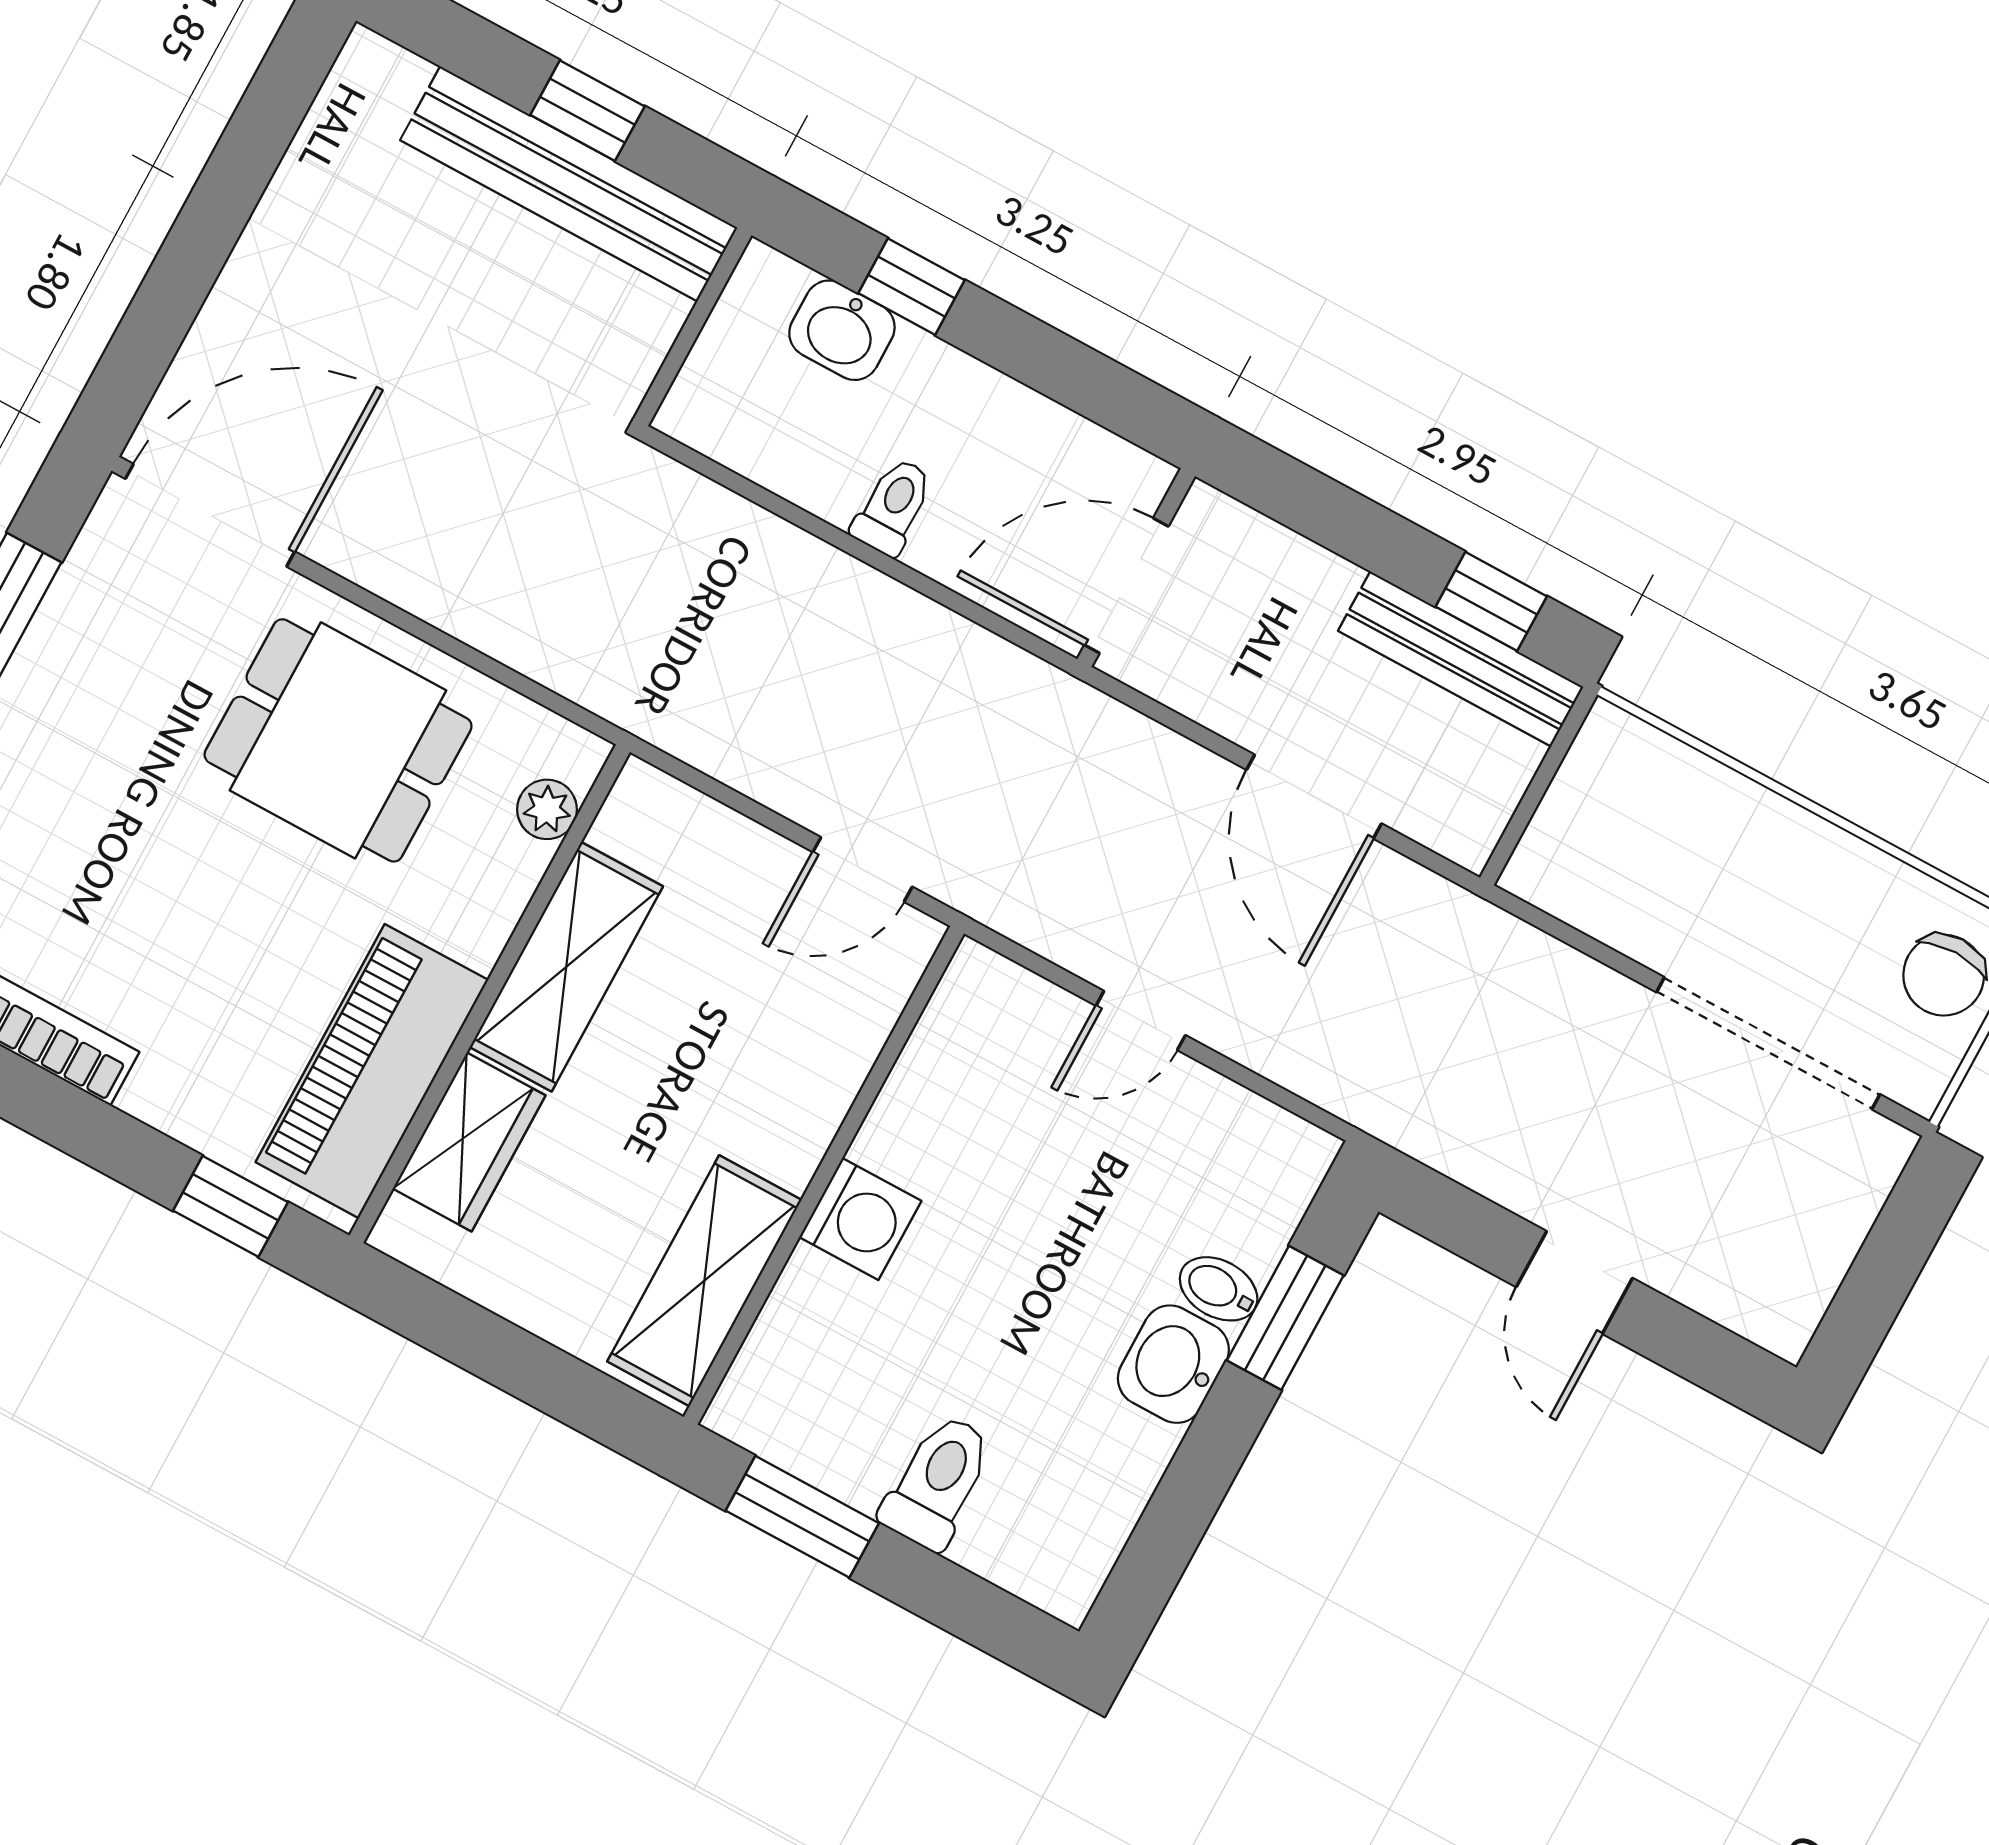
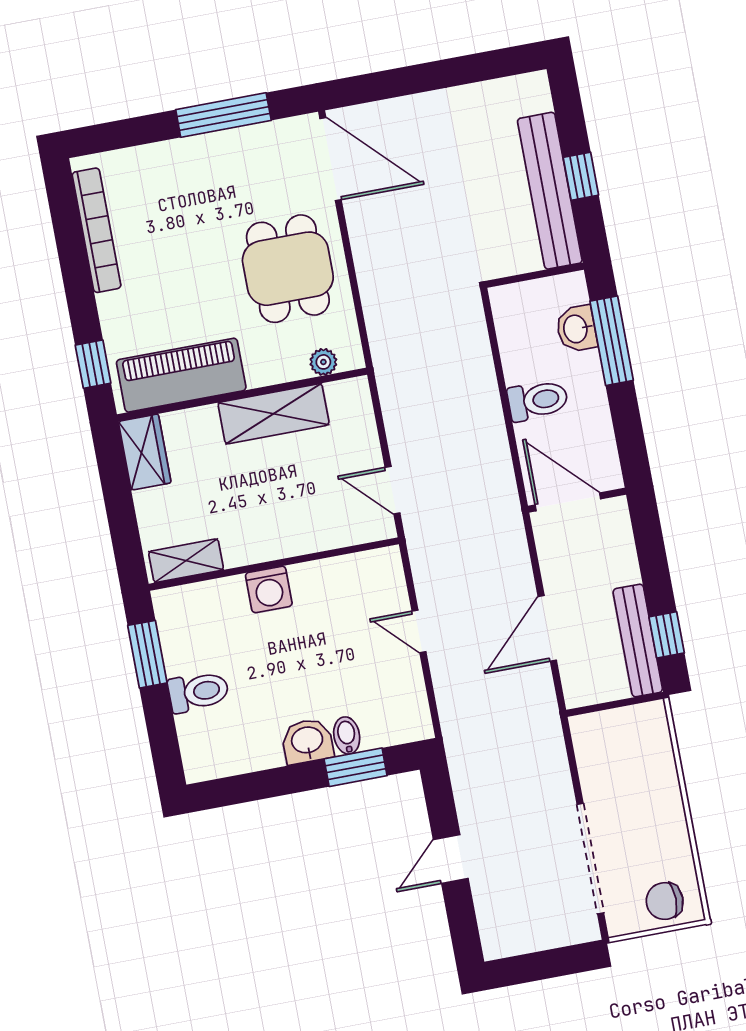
window: (911, 287) -> (612, 341), width x2.17
toilet: (893, 507) -> (538, 400), width x1.37, depth x1.39
wardrobe: (469, 1142) -> (145, 452), moved, turned -90
shelving: (704, 1281) -> (186, 561), width x0.67, depth x0.75

